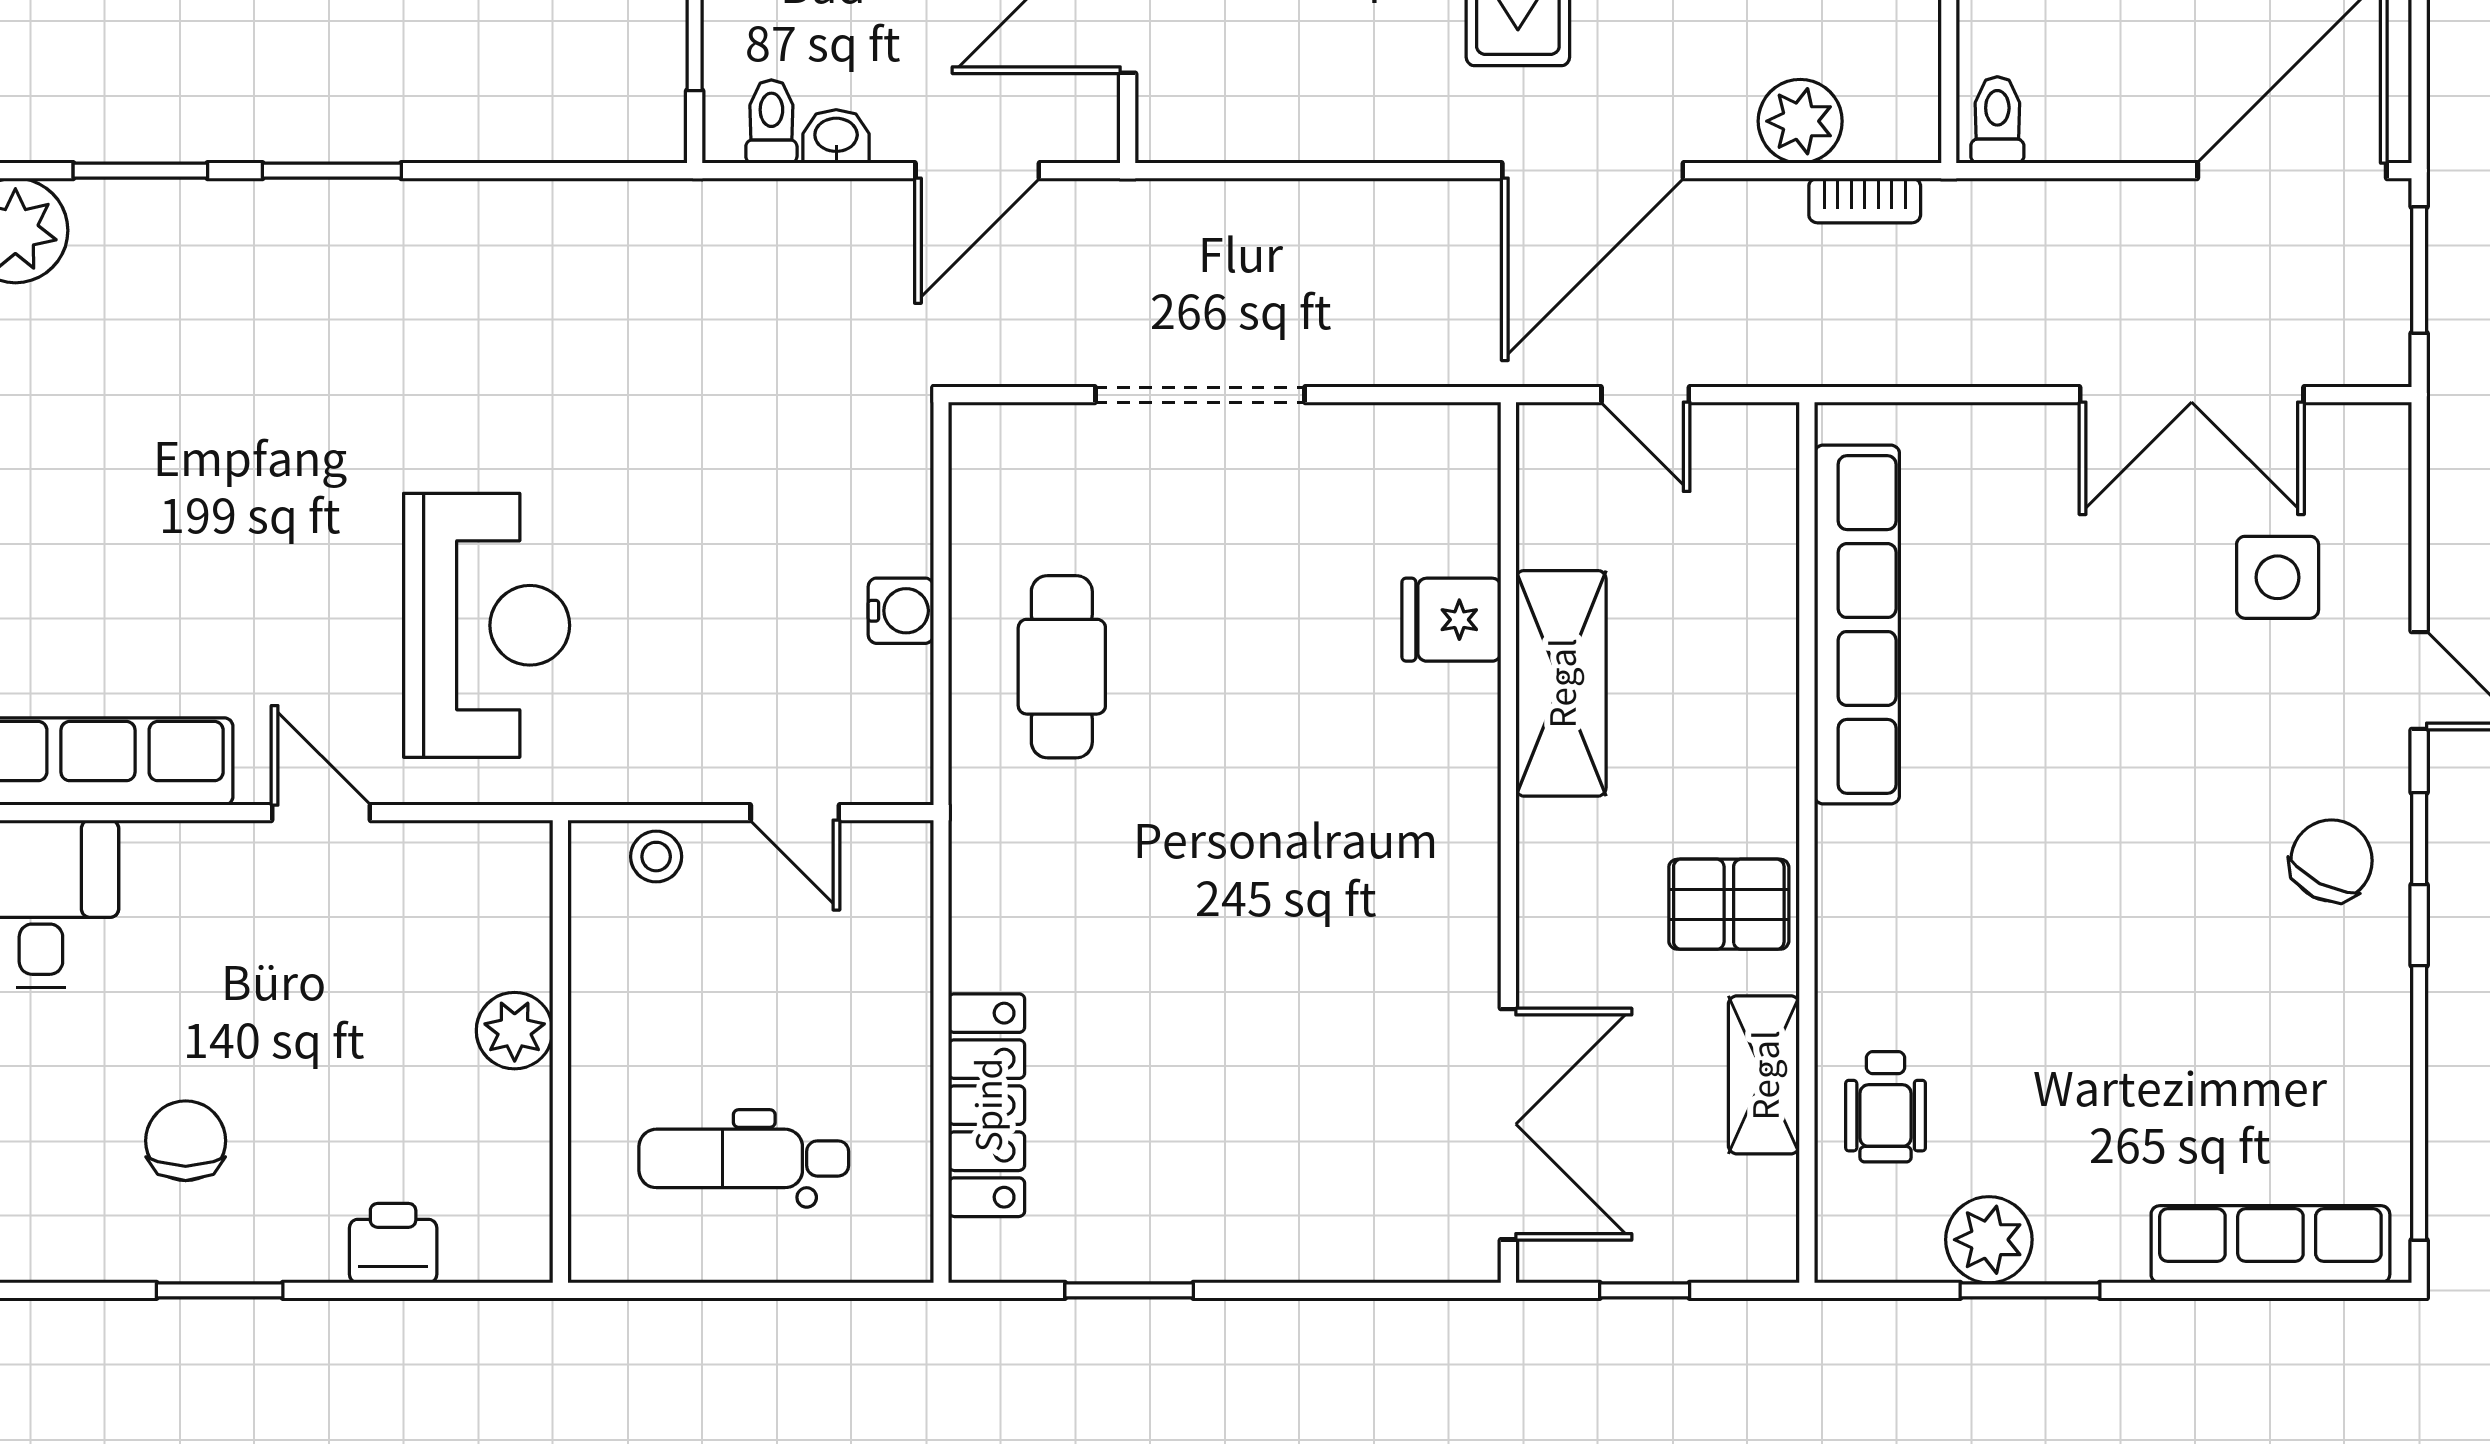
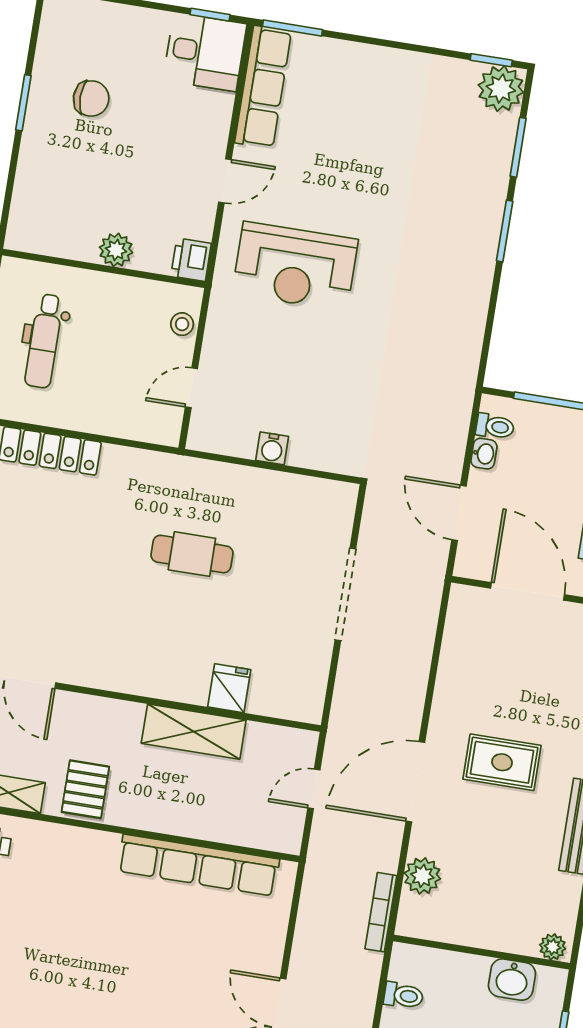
toilet: (1997, 120) -> (404, 995), moved
door: (1593, 171) -> (415, 782), hinge flipped
bookcase: (1865, 200) -> (381, 912), width x1.56
cafe table: (1062, 667) -> (192, 554), moved
dental chair: (744, 1158) -> (44, 341), turned 180
printer: (393, 1243) -> (191, 260), moved, turned 180

